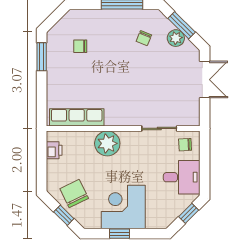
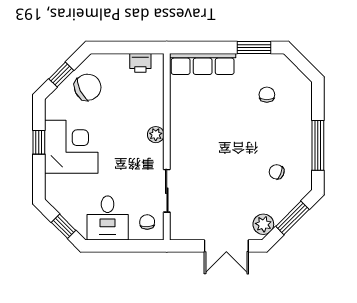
plant: (176, 38) -> (263, 224), moved
row of seats: (77, 117) -> (203, 64), moved, turned 90
plant: (107, 143) -> (156, 135), width x0.53, depth x0.53

